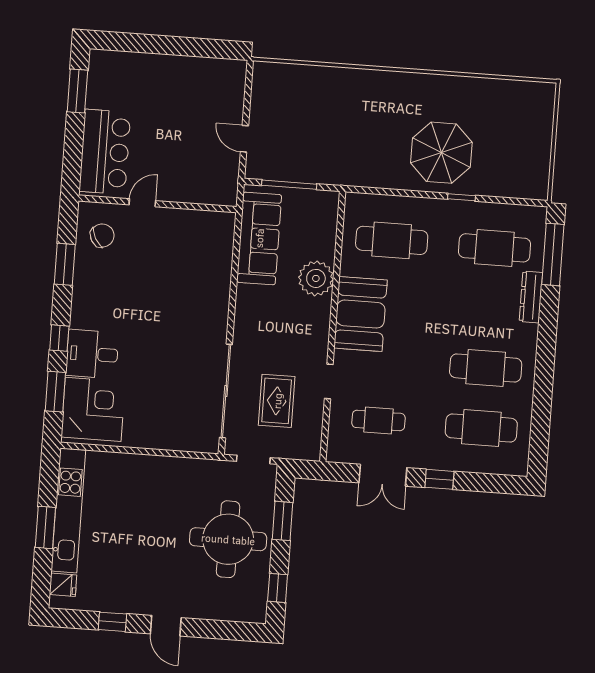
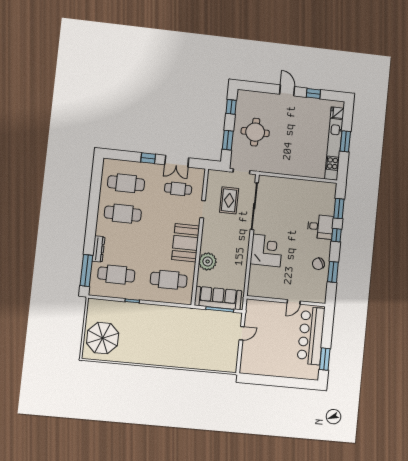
door: (244, 139) -> (242, 333), hinge flipped
bar counter: (105, 152) -> (311, 336), width x1.36
parasol: (441, 153) -> (103, 338), moved
chair: (102, 235) -> (318, 264), moved
sofa: (259, 238) -> (218, 298), moved, turned 90
corner desk: (93, 409) -> (266, 250), moved, turned 180
double door: (383, 475) -> (177, 161), swing flipped
round table: (228, 539) -> (255, 132), width x0.73, depth x0.73

